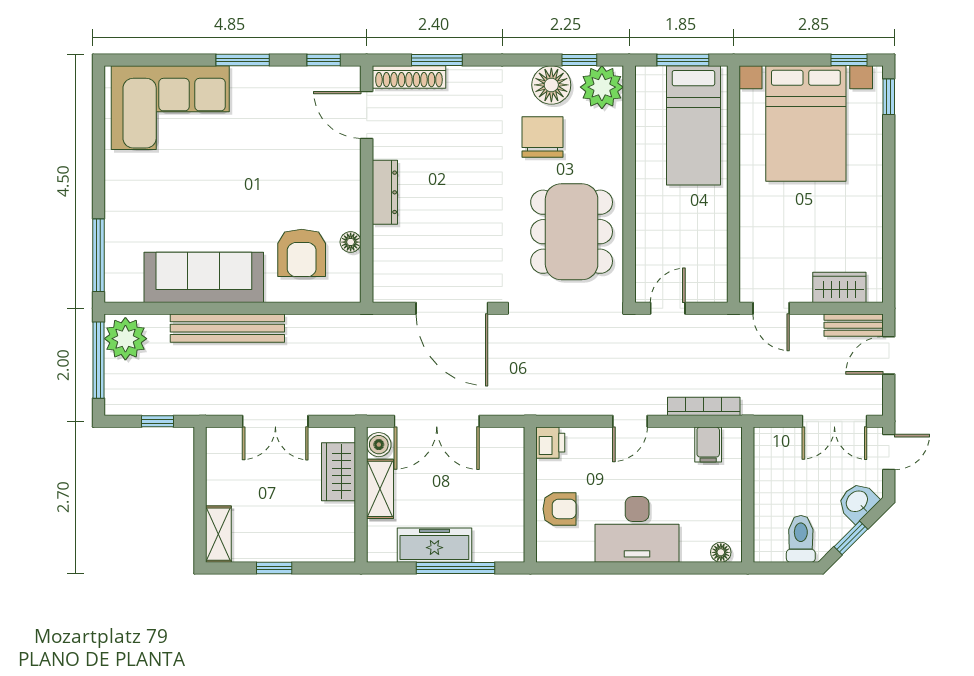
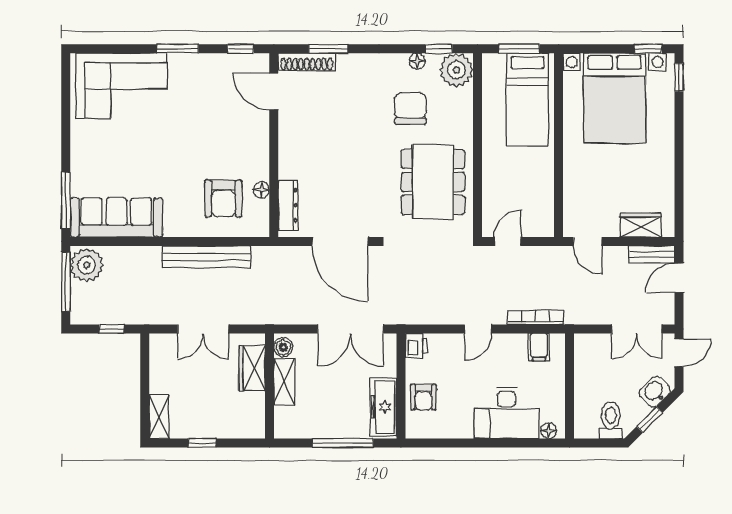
floor lamp: (551, 85) -> (417, 61), width x0.53, depth x0.53
dresser: (385, 192) -> (288, 205), moved
sofa: (204, 277) -> (116, 217), moved
bench: (227, 328) -> (206, 257), moved
double door: (437, 421) -> (350, 329), moved
armchair: (560, 509) -> (424, 397), turned 90
desk: (637, 529) -> (507, 413), moved
freezer: (434, 545) -> (383, 407), moved, turned -90

